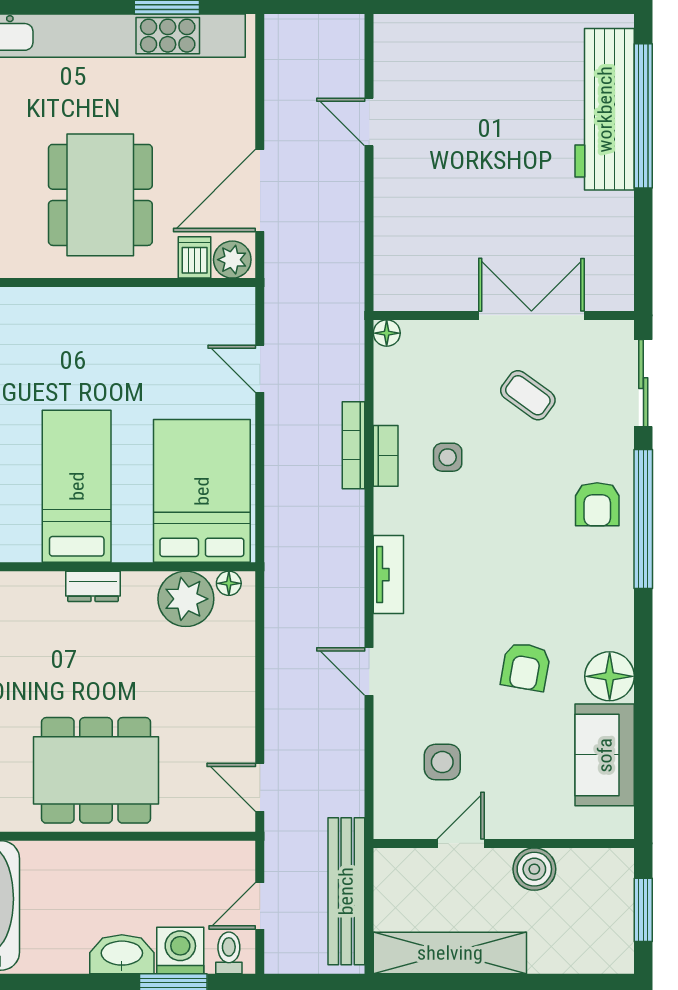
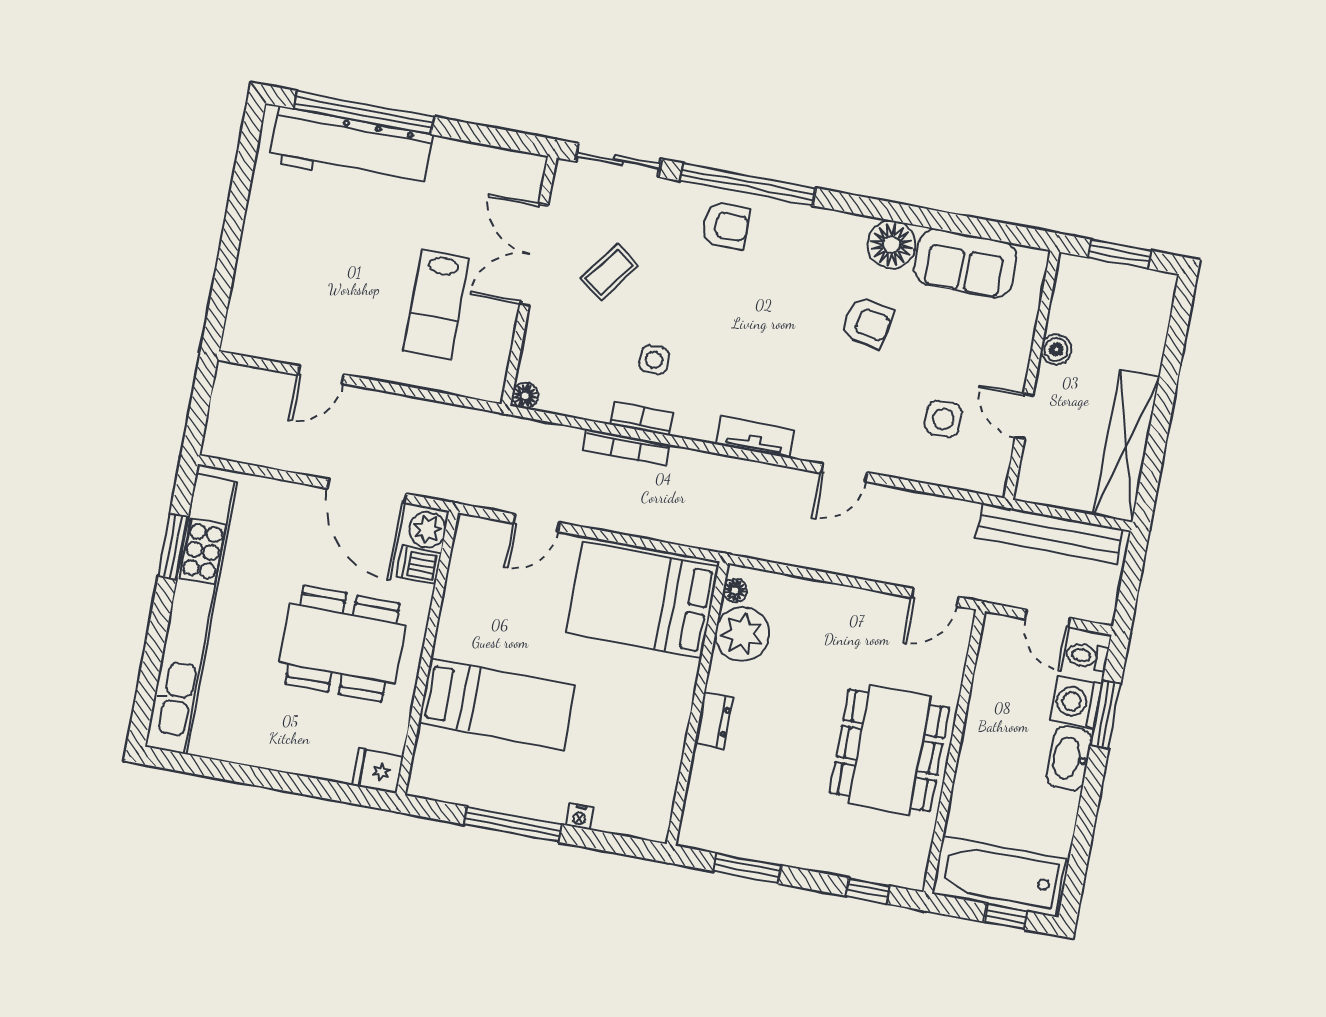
lab bench: (462, 226) -> (436, 305), added
bed: (77, 486) -> (497, 704), moved, turned 180
boiler: (534, 869) -> (1056, 350), width x0.73, depth x0.73

